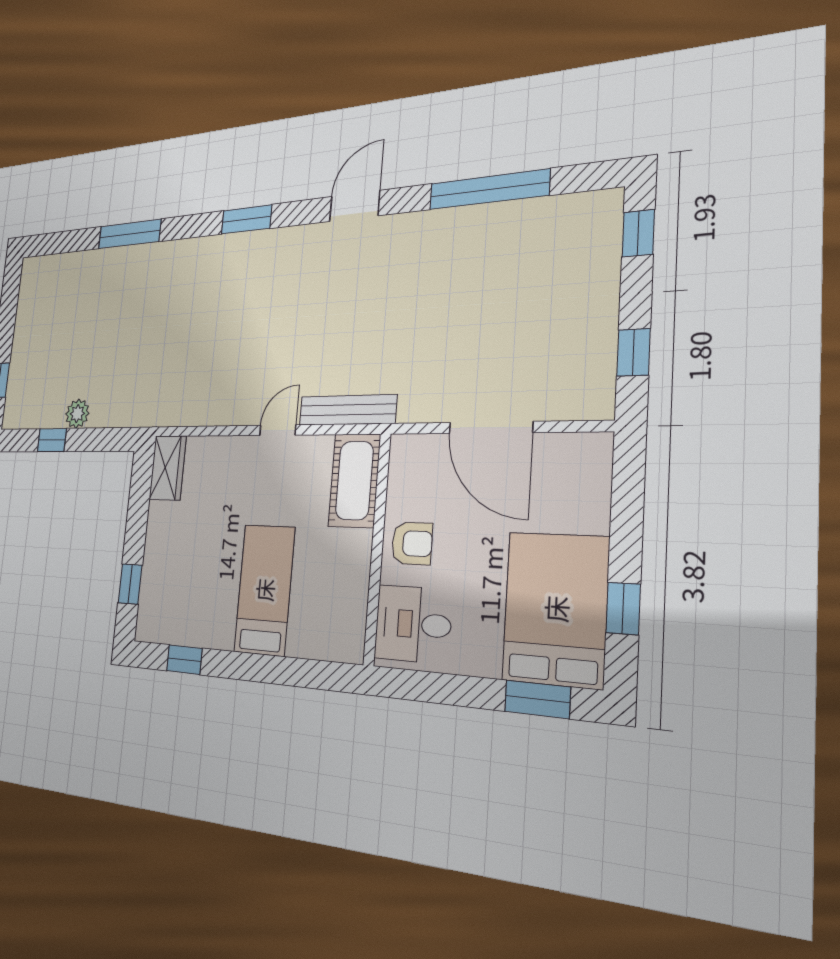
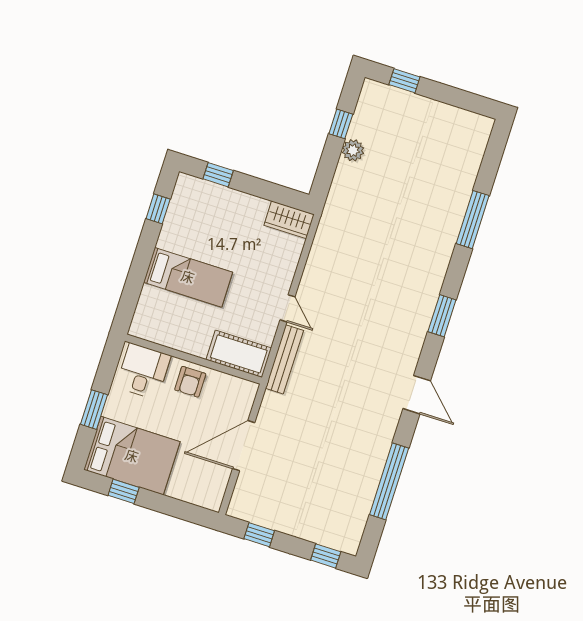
window: (537, 699) -> (94, 410), moved

